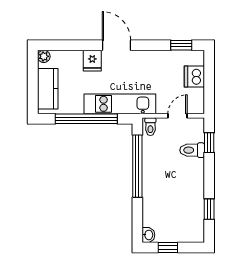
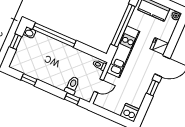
window: (181, 45) -> (153, 88), moved
dishwasher: (194, 76) -> (130, 113), moved
door: (178, 116) -> (99, 86), hinge flipped
window: (137, 166) -> (54, 35), moved

